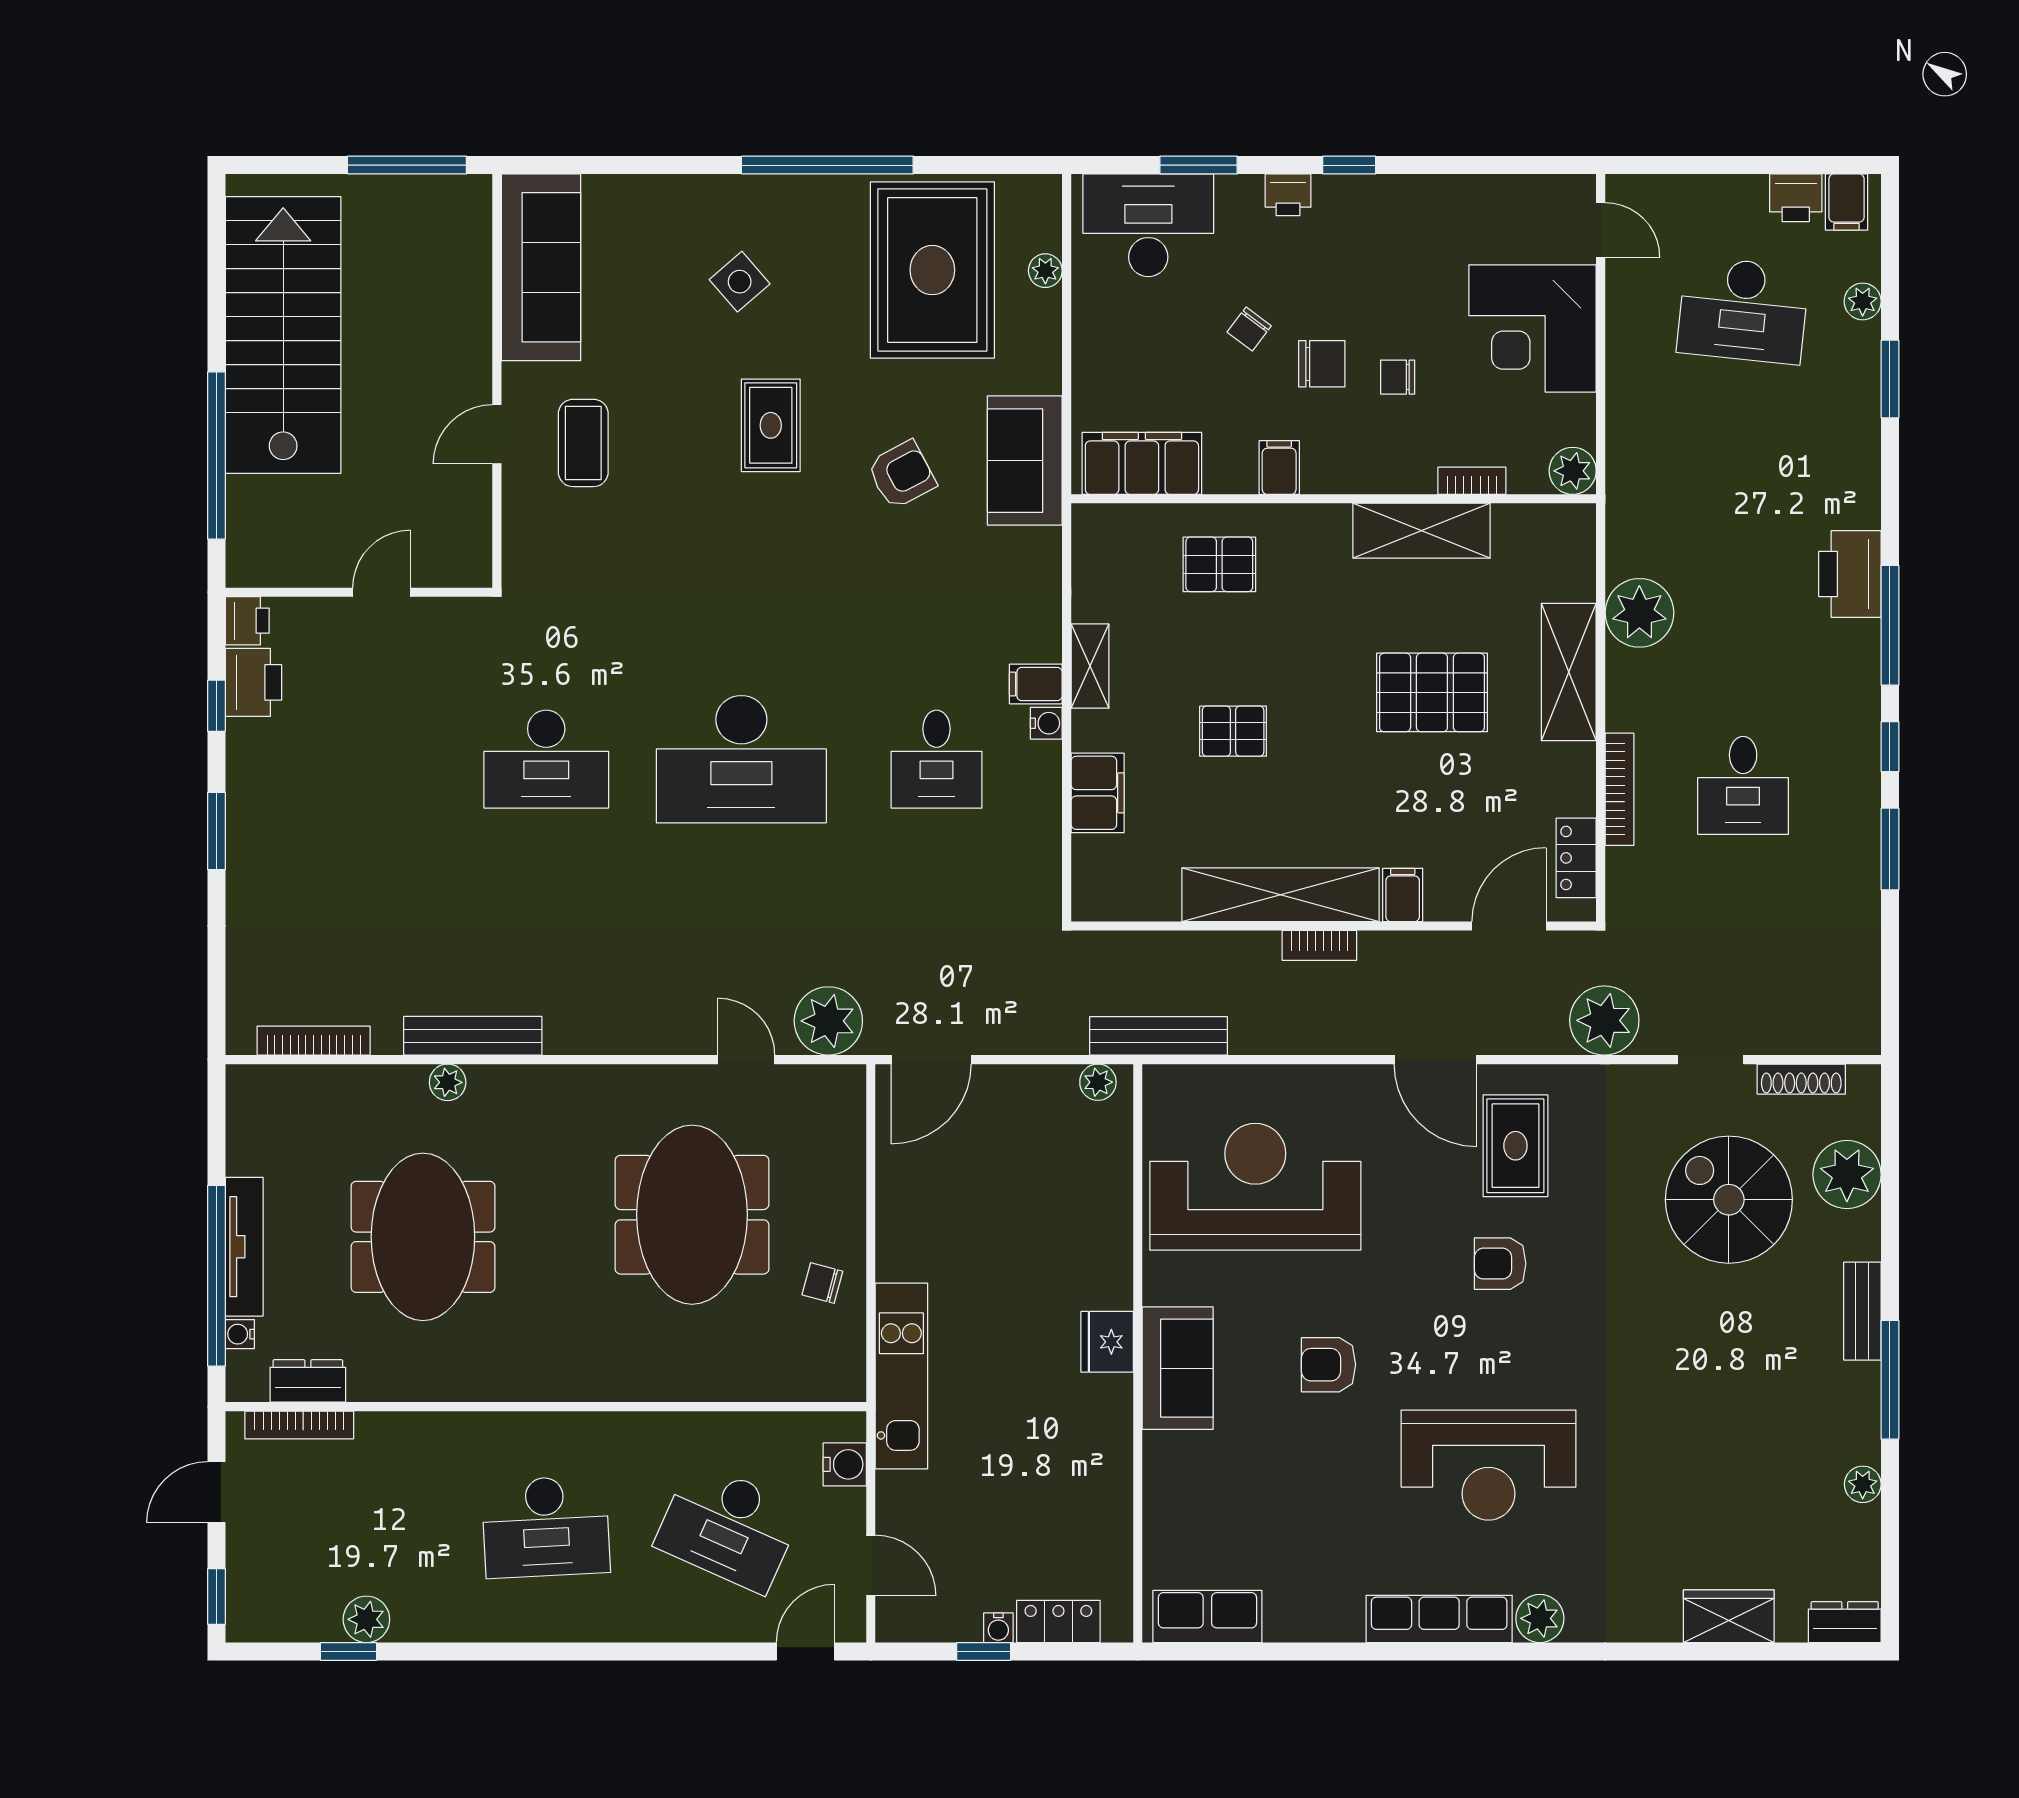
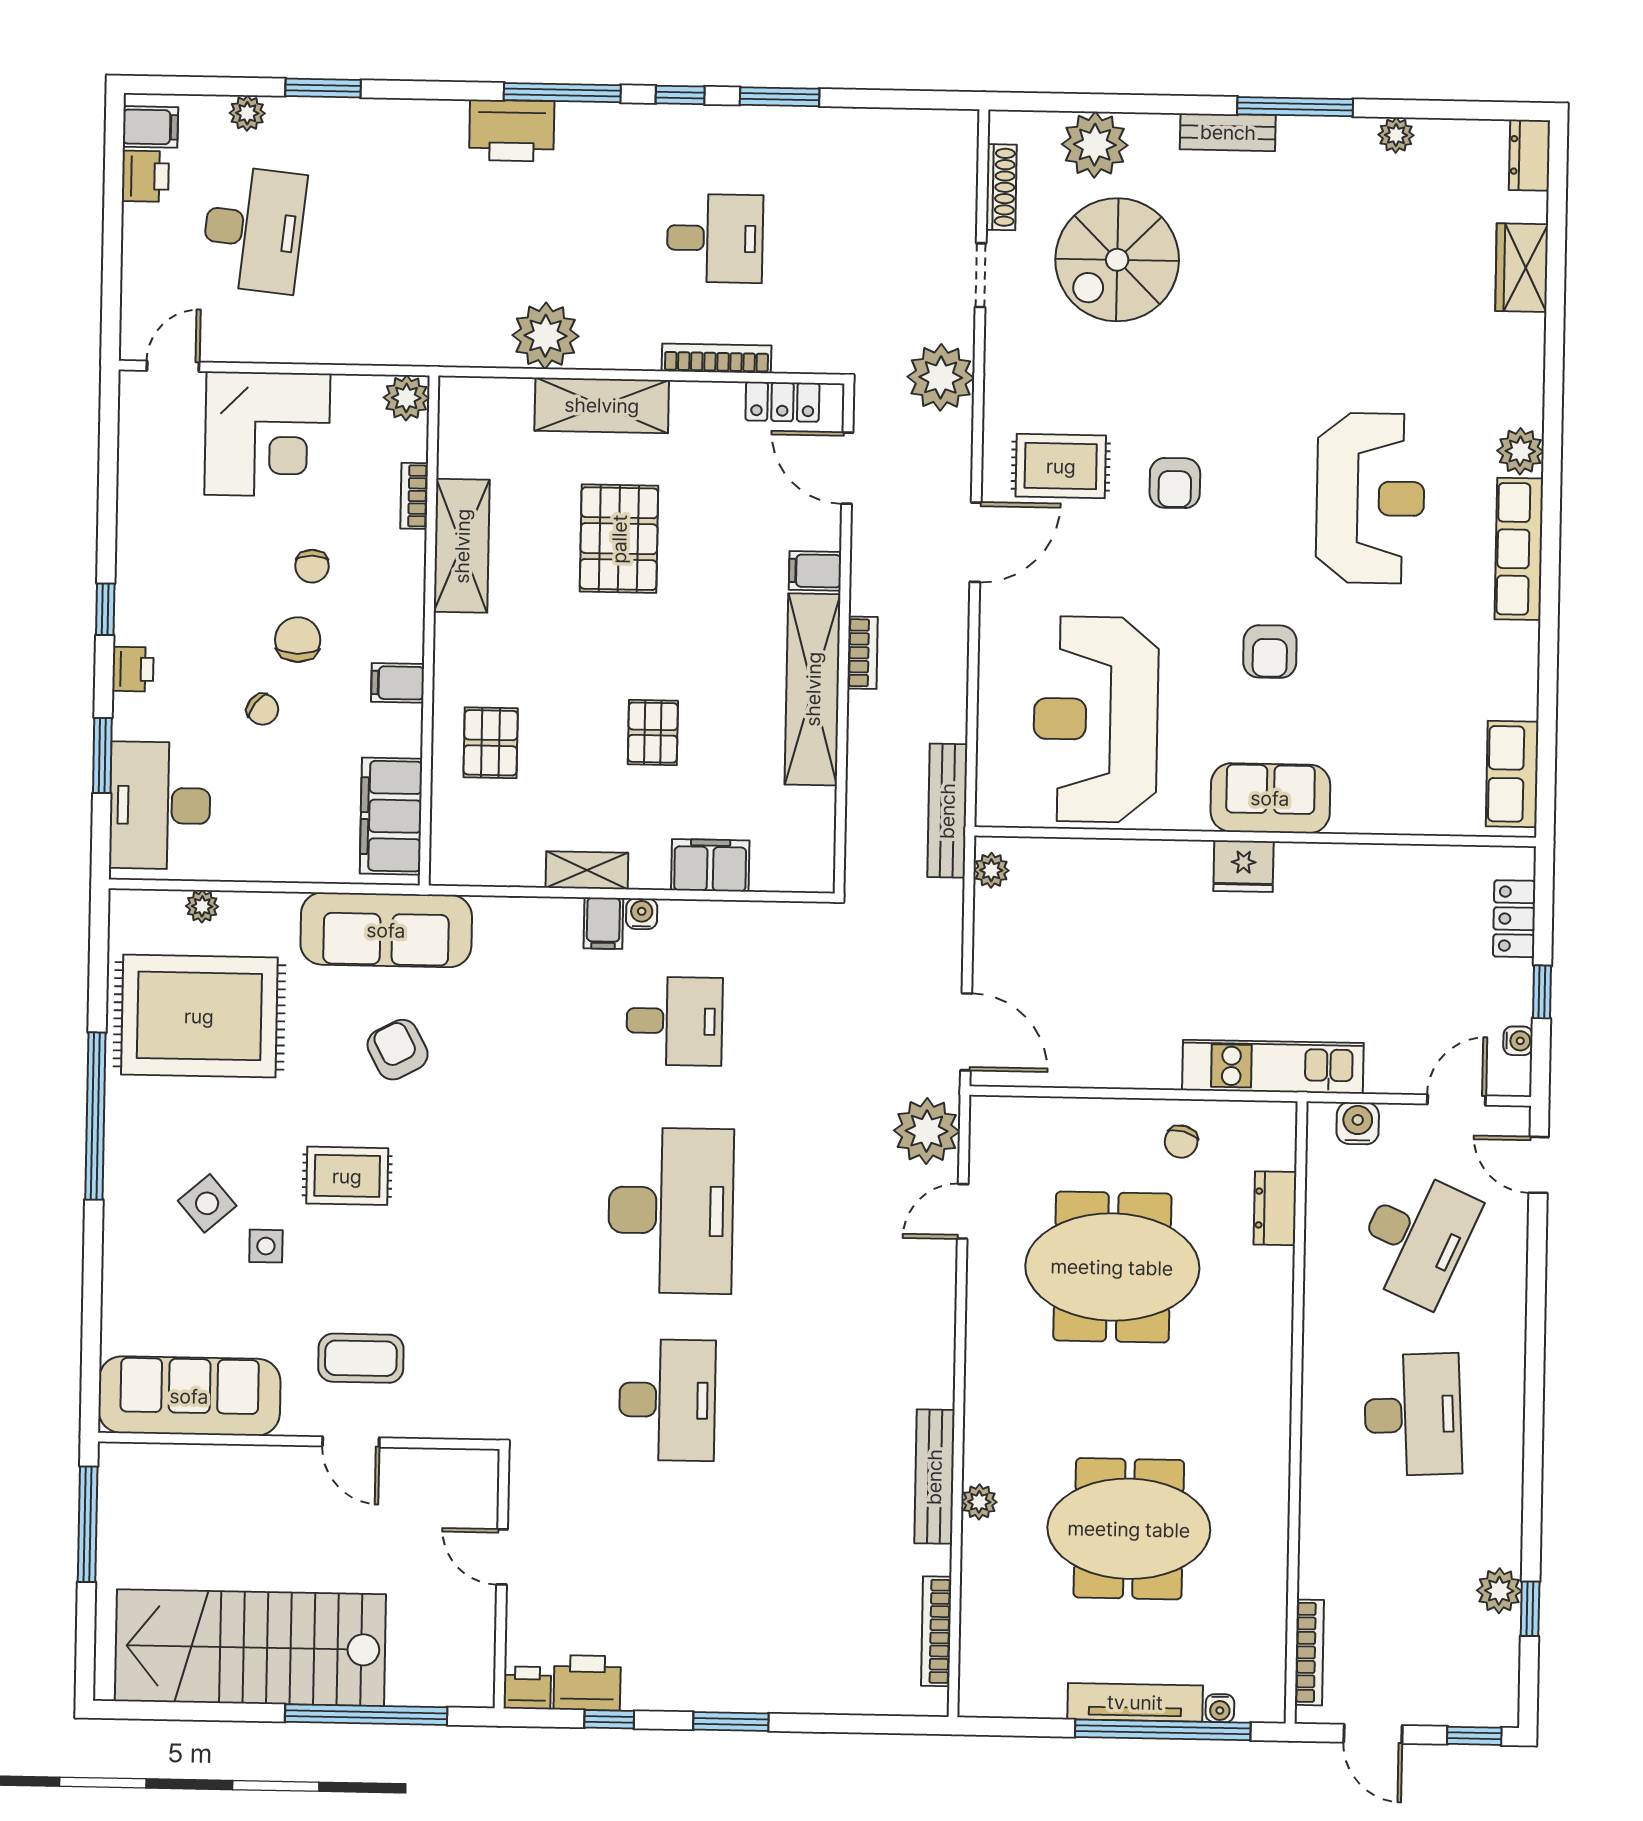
side table: (697, 343) -> (266, 1246), added
sofa: (1025, 461) -> (386, 930), width x1.36
dresser: (308, 1381) -> (1275, 1208), moved
water cooler: (998, 1628) -> (1518, 1041), moved

